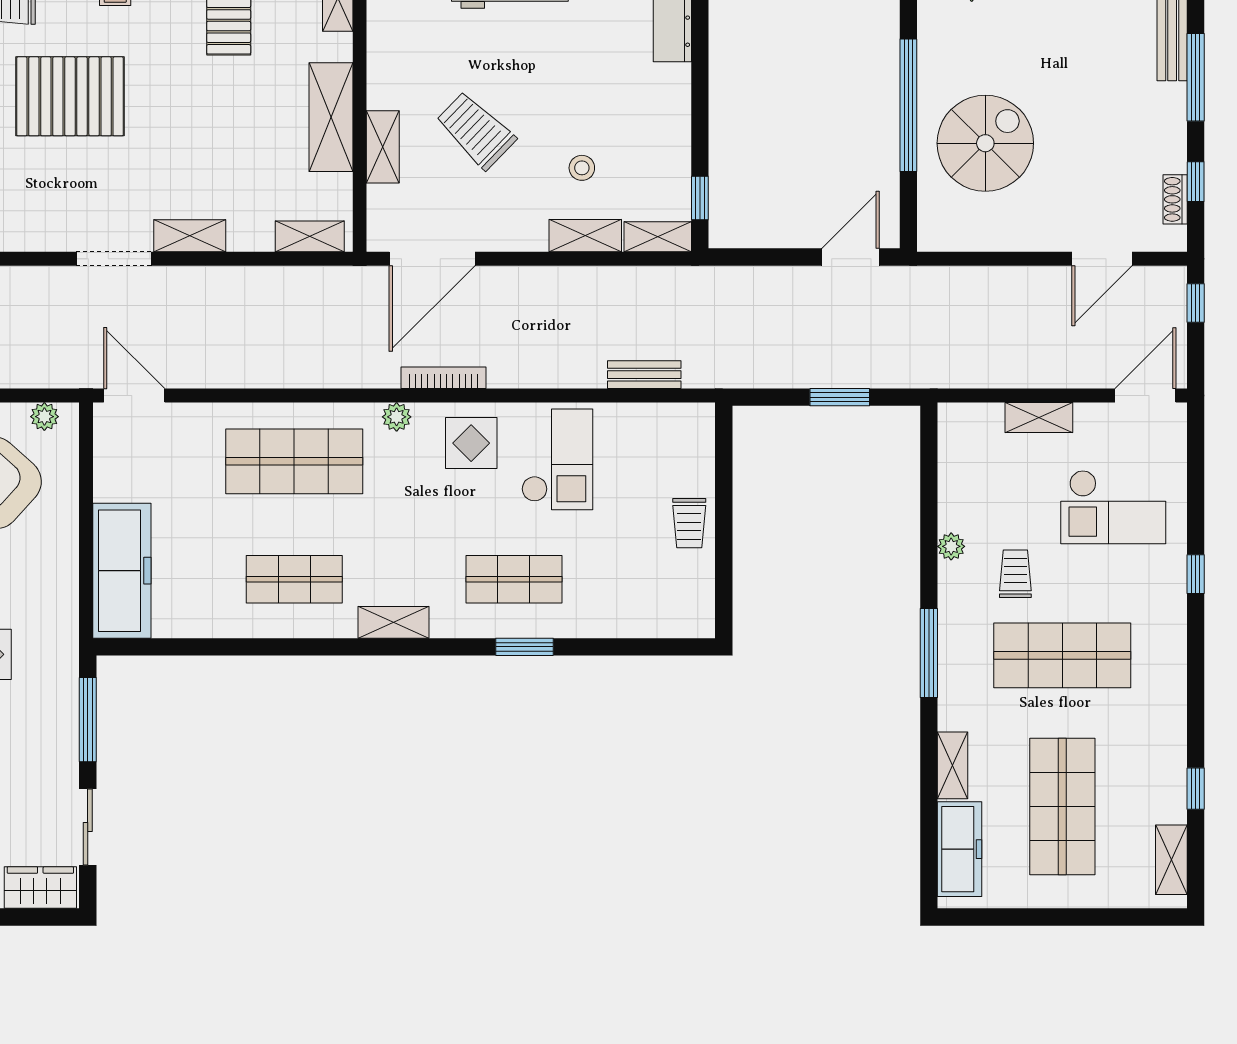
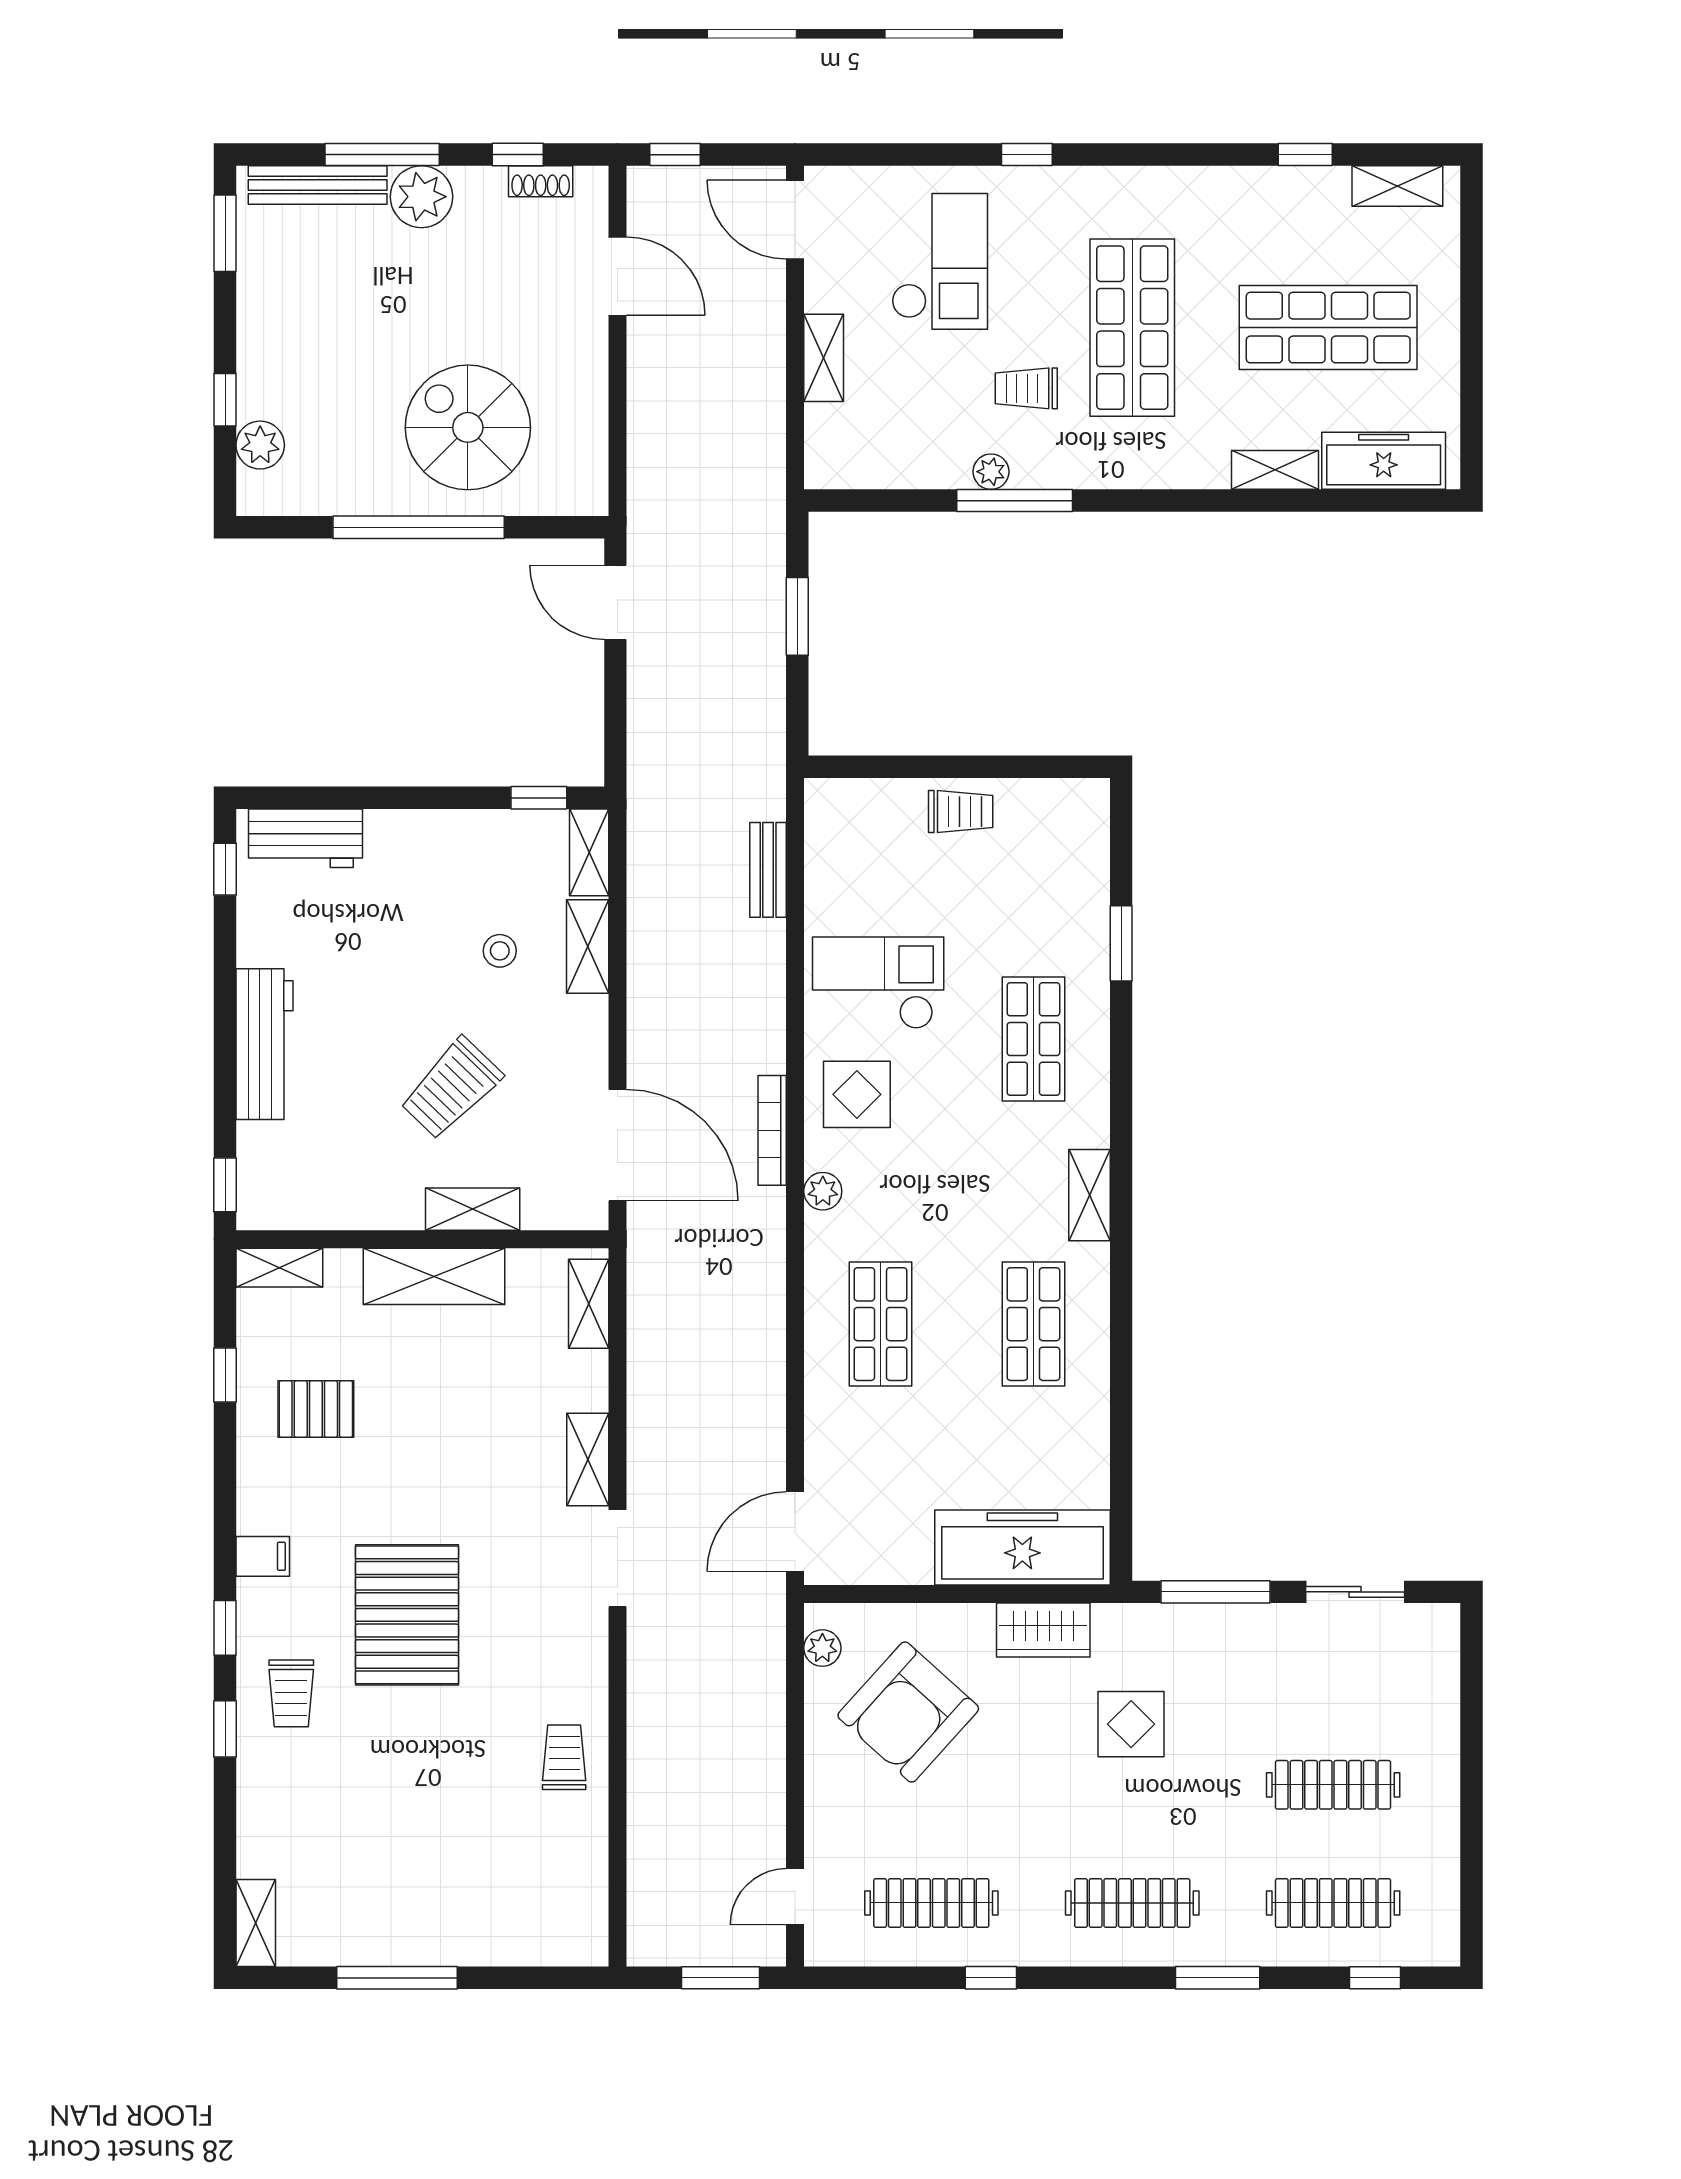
plant: (1163, 107) -> (421, 197), added
shop shelf: (294, 461) -> (881, 1324), width x0.70, depth x0.74
window: (525, 647) -> (1121, 943), moved
window: (929, 653) -> (1015, 501), moved
wardrobe: (40, 888) -> (1043, 1630), moved, turned -90

